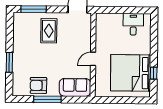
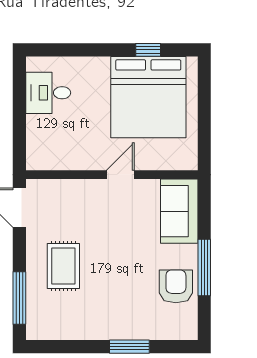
rug: (49, 31) -> (63, 266), turned 90
door: (93, 59) -> (120, 175), swing flipped
armchair: (38, 85) -> (176, 286), turned 180

